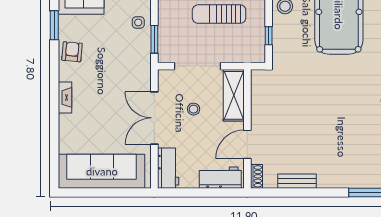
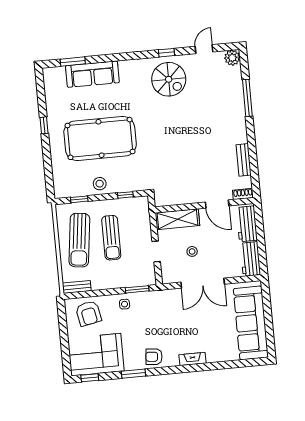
doorway: (198, 66) -> (156, 251), width x0.53
workbench: (168, 168) -> (250, 259), moved, turned -90

